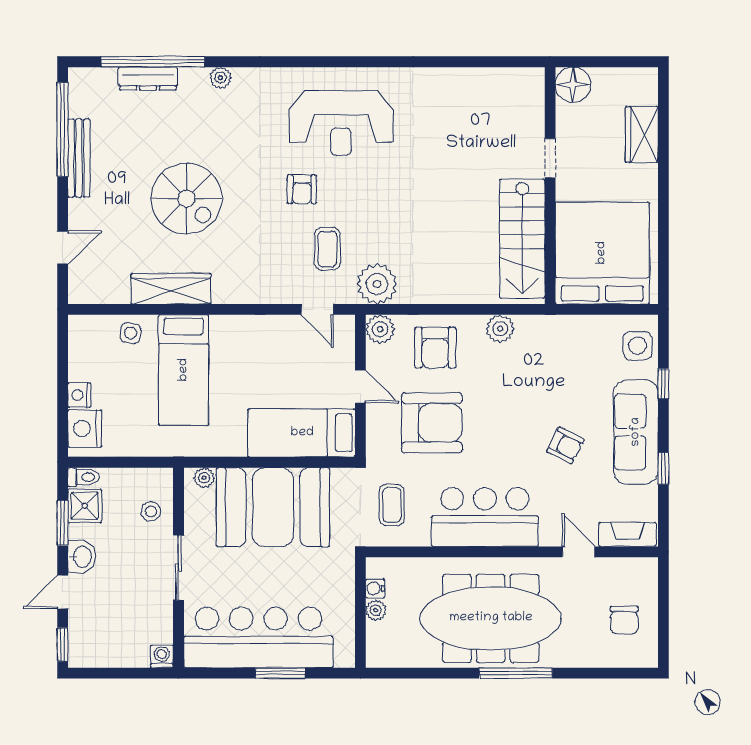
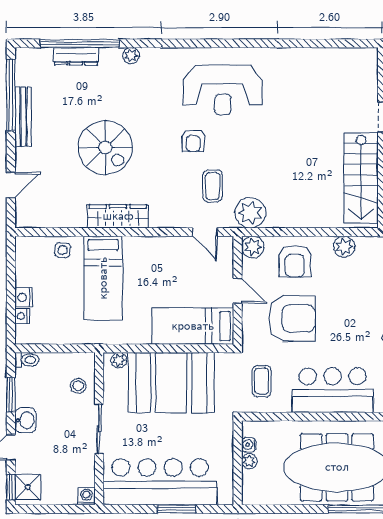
wardrobe: (171, 289) -> (118, 216), moved
nightstand: (85, 429) -> (22, 316), width x0.53, depth x0.56
shower: (85, 506) -> (28, 487), moved

